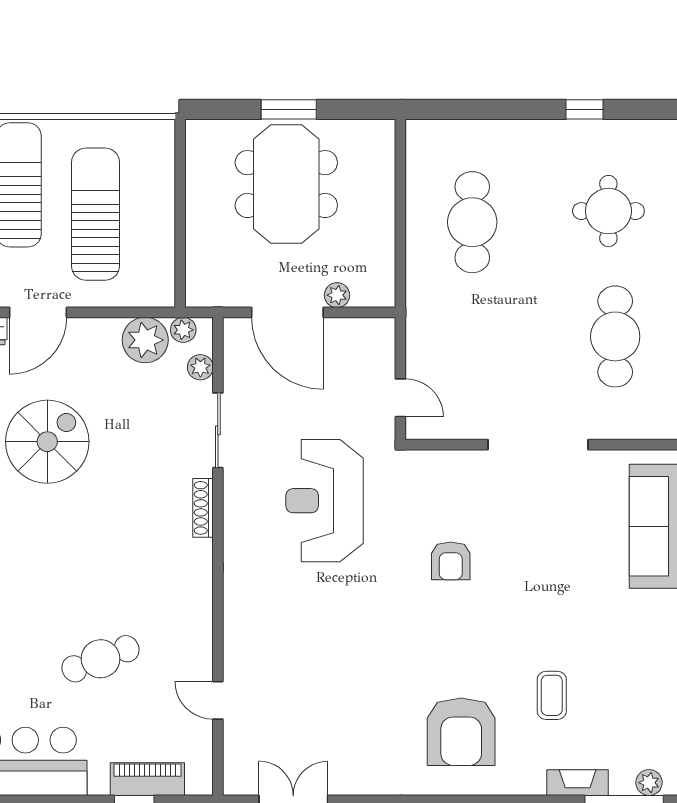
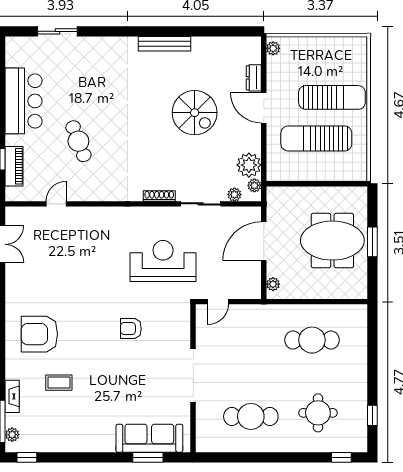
window: (584, 109) -> (372, 415), moved
sun lounger: (95, 214) -> (316, 138), turned 180
plant: (337, 295) -> (273, 284), moved

